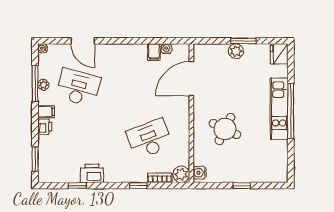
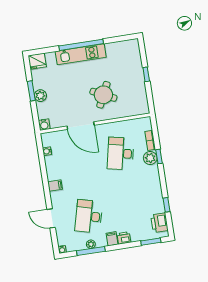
door: (83, 41) -> (51, 218), swing flipped
filing cabinet: (154, 52) -> (55, 186), moved
door: (191, 79) -> (81, 126), moved
desk: (149, 139) -> (121, 153), turned 33
printer: (92, 173) -> (159, 223), moved
water cooler: (200, 173) -> (44, 125), moved
plant: (181, 174) -> (150, 158), moved

